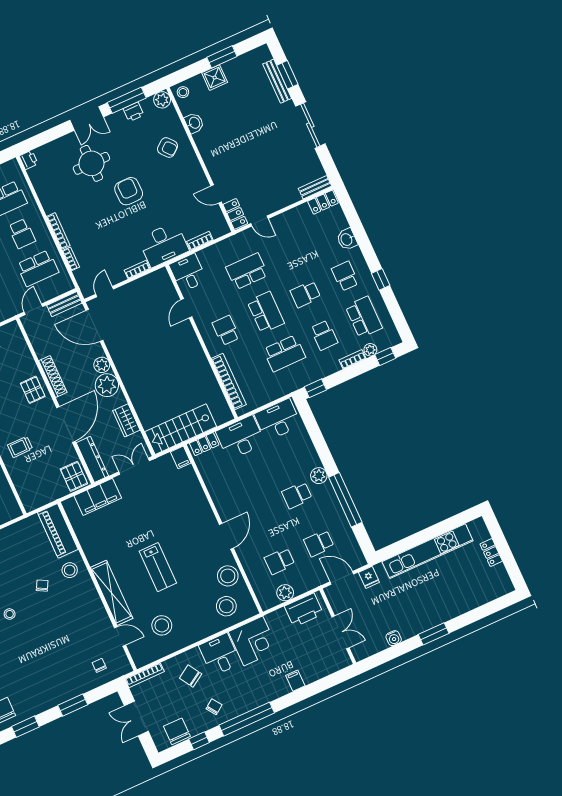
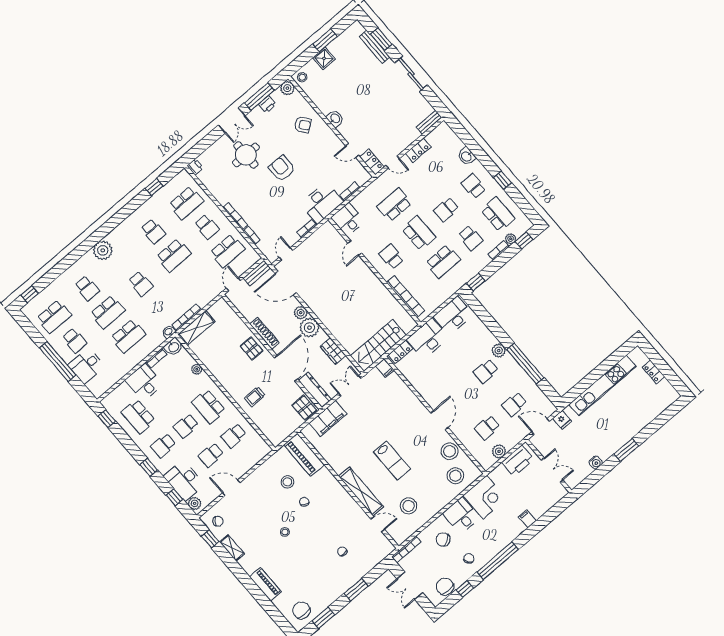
washbasin: (194, 123) -> (335, 119), moved
locker: (323, 202) -> (418, 150), moved
stool: (70, 570) -> (287, 482), moved
chair: (99, 665) -> (342, 551), moved

